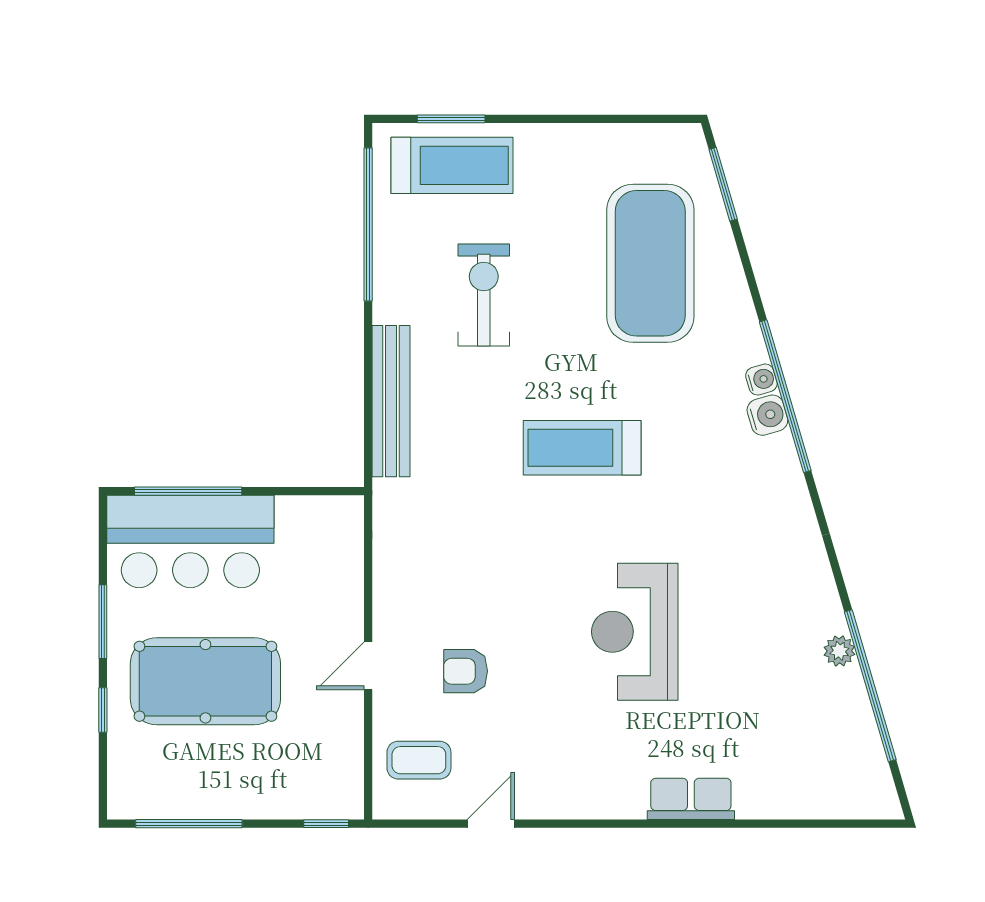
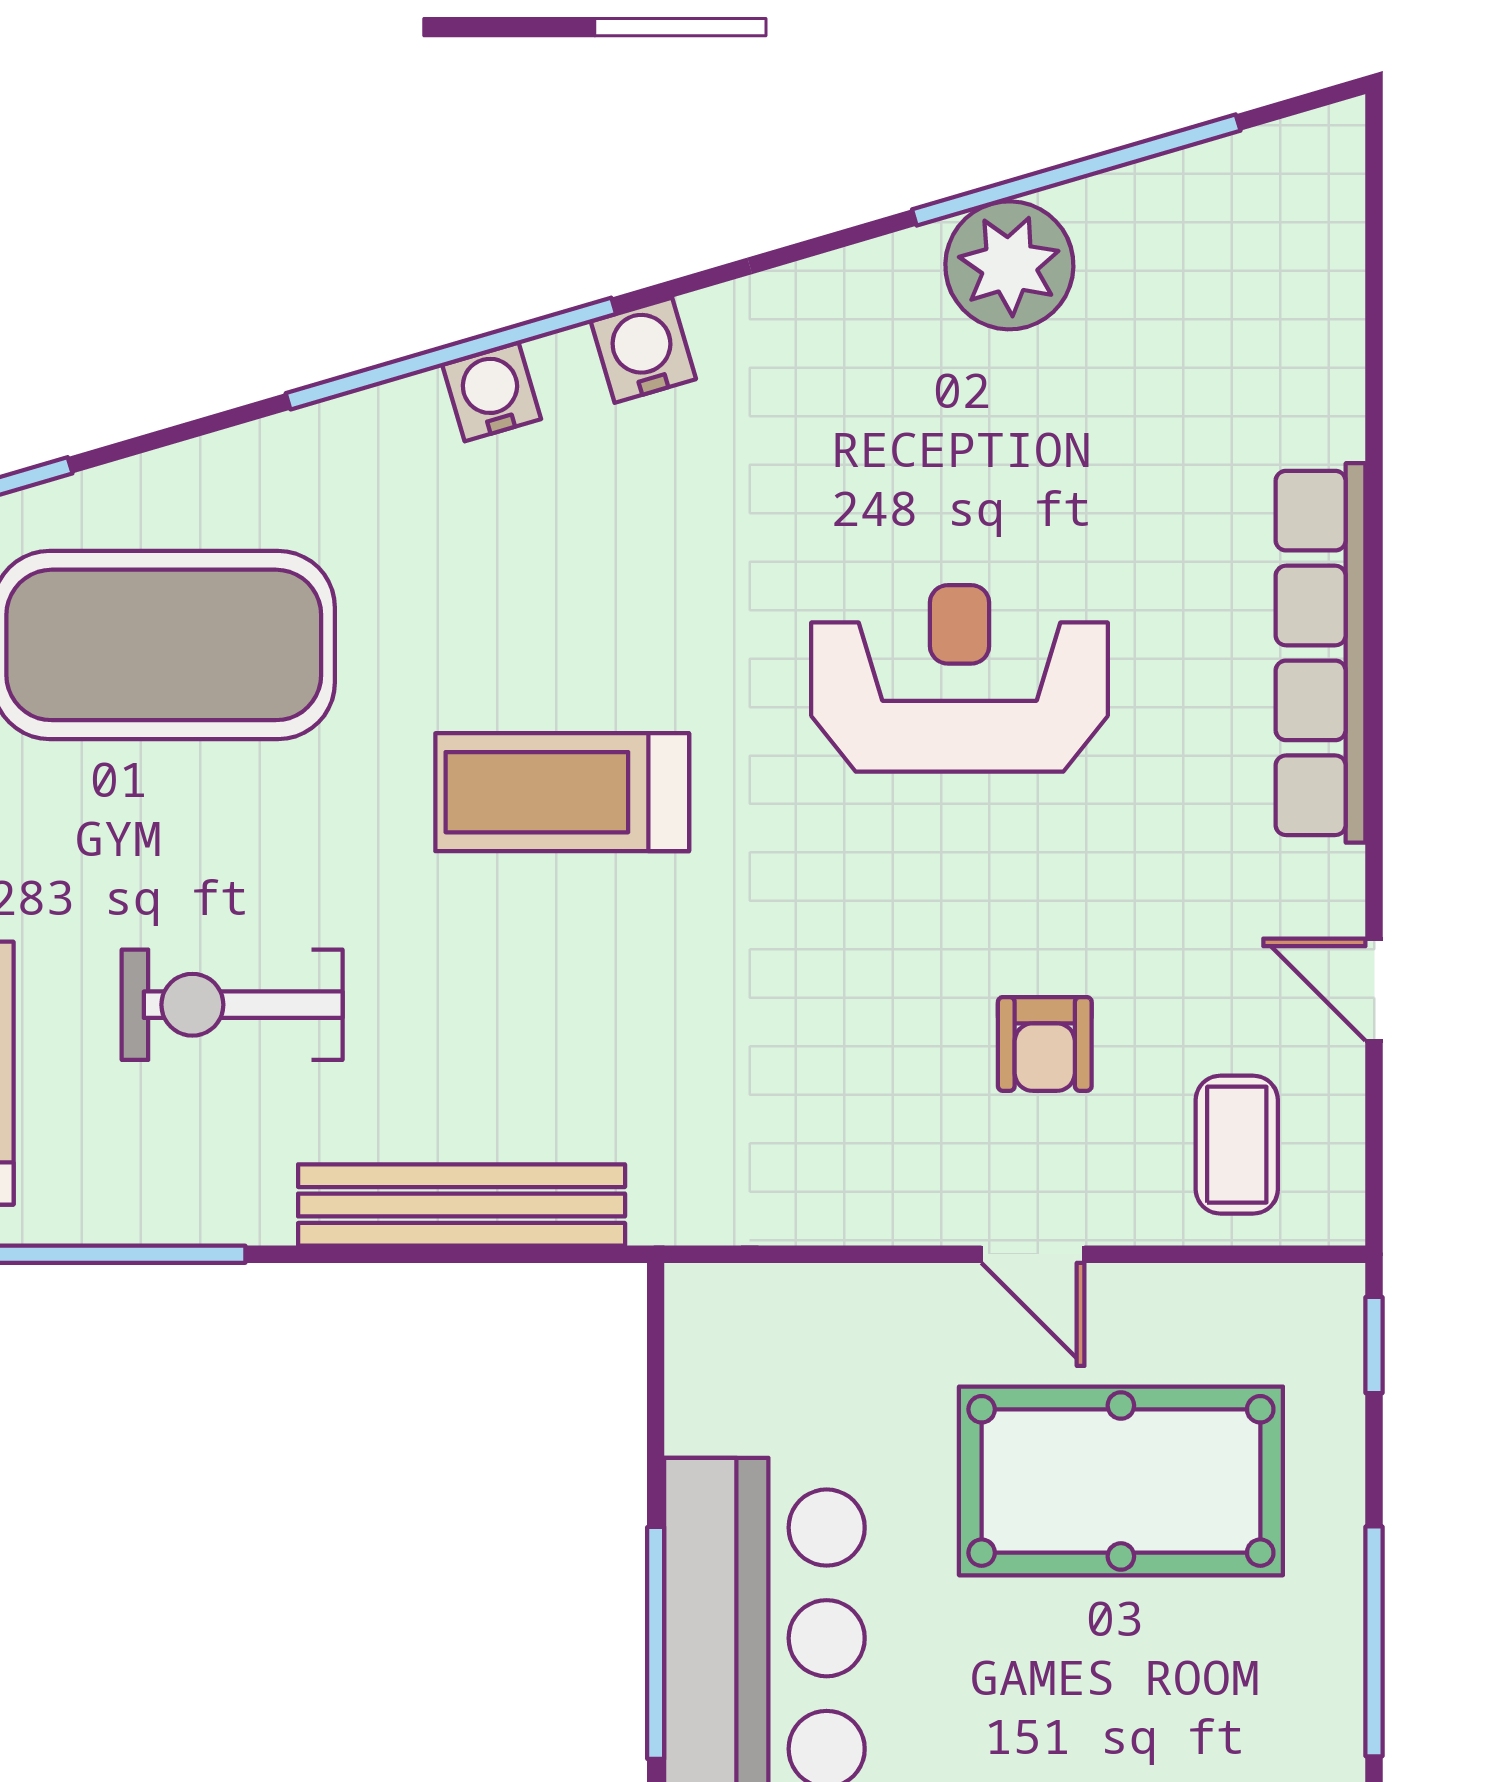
water cooler: (761, 380) -> (643, 350), moved, width x1.38, depth x1.38
treadmill: (582, 448) -> (562, 792), turned 90
reception desk: (635, 632) -> (960, 678), turned 180
plant: (839, 651) -> (1009, 265), width x1.87, depth x1.87
pool table: (205, 681) -> (1121, 1481), moved, turned 90
row of seats: (691, 799) -> (1321, 653), width x2.02

